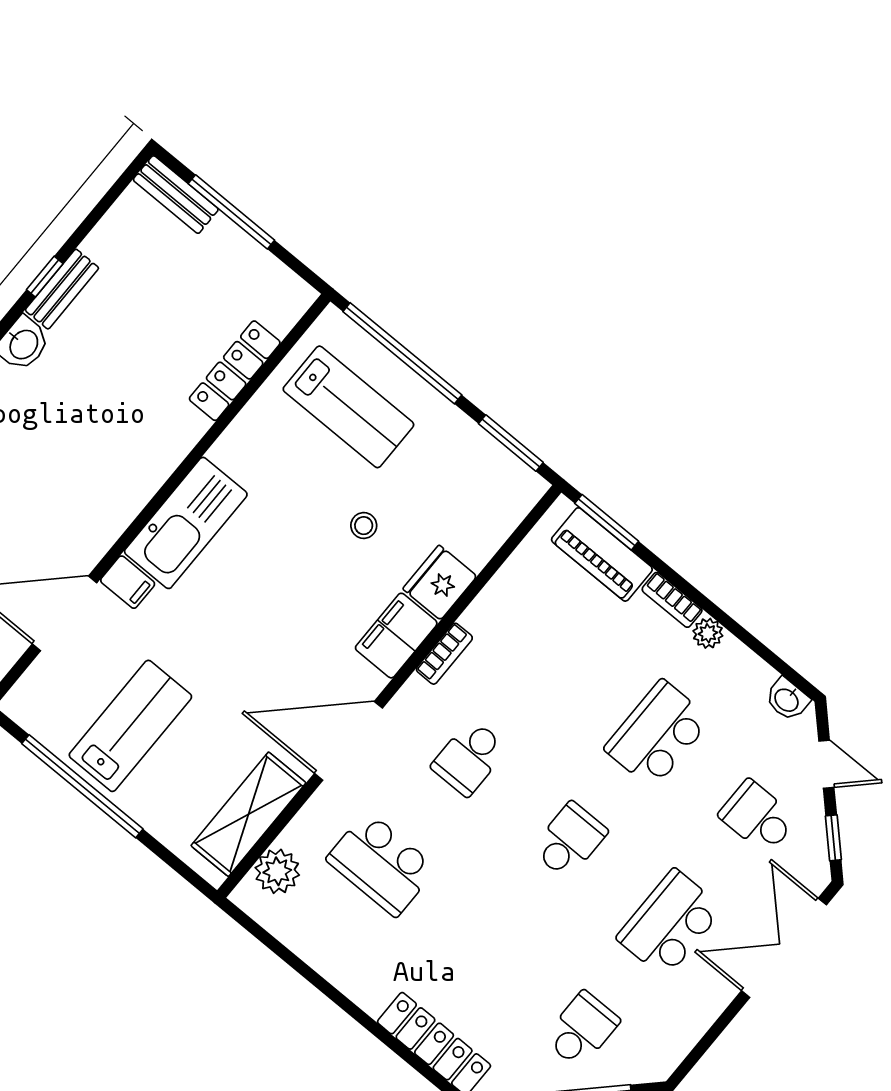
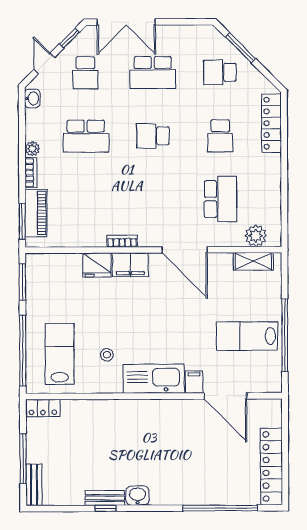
locker: (235, 371) -> (43, 408), moved, width x0.66
stool: (364, 526) -> (107, 355), moved
school desk: (469, 758) -> (220, 136), moved, turned 90
shelving: (248, 814) -> (253, 261), width x0.67, depth x0.75

